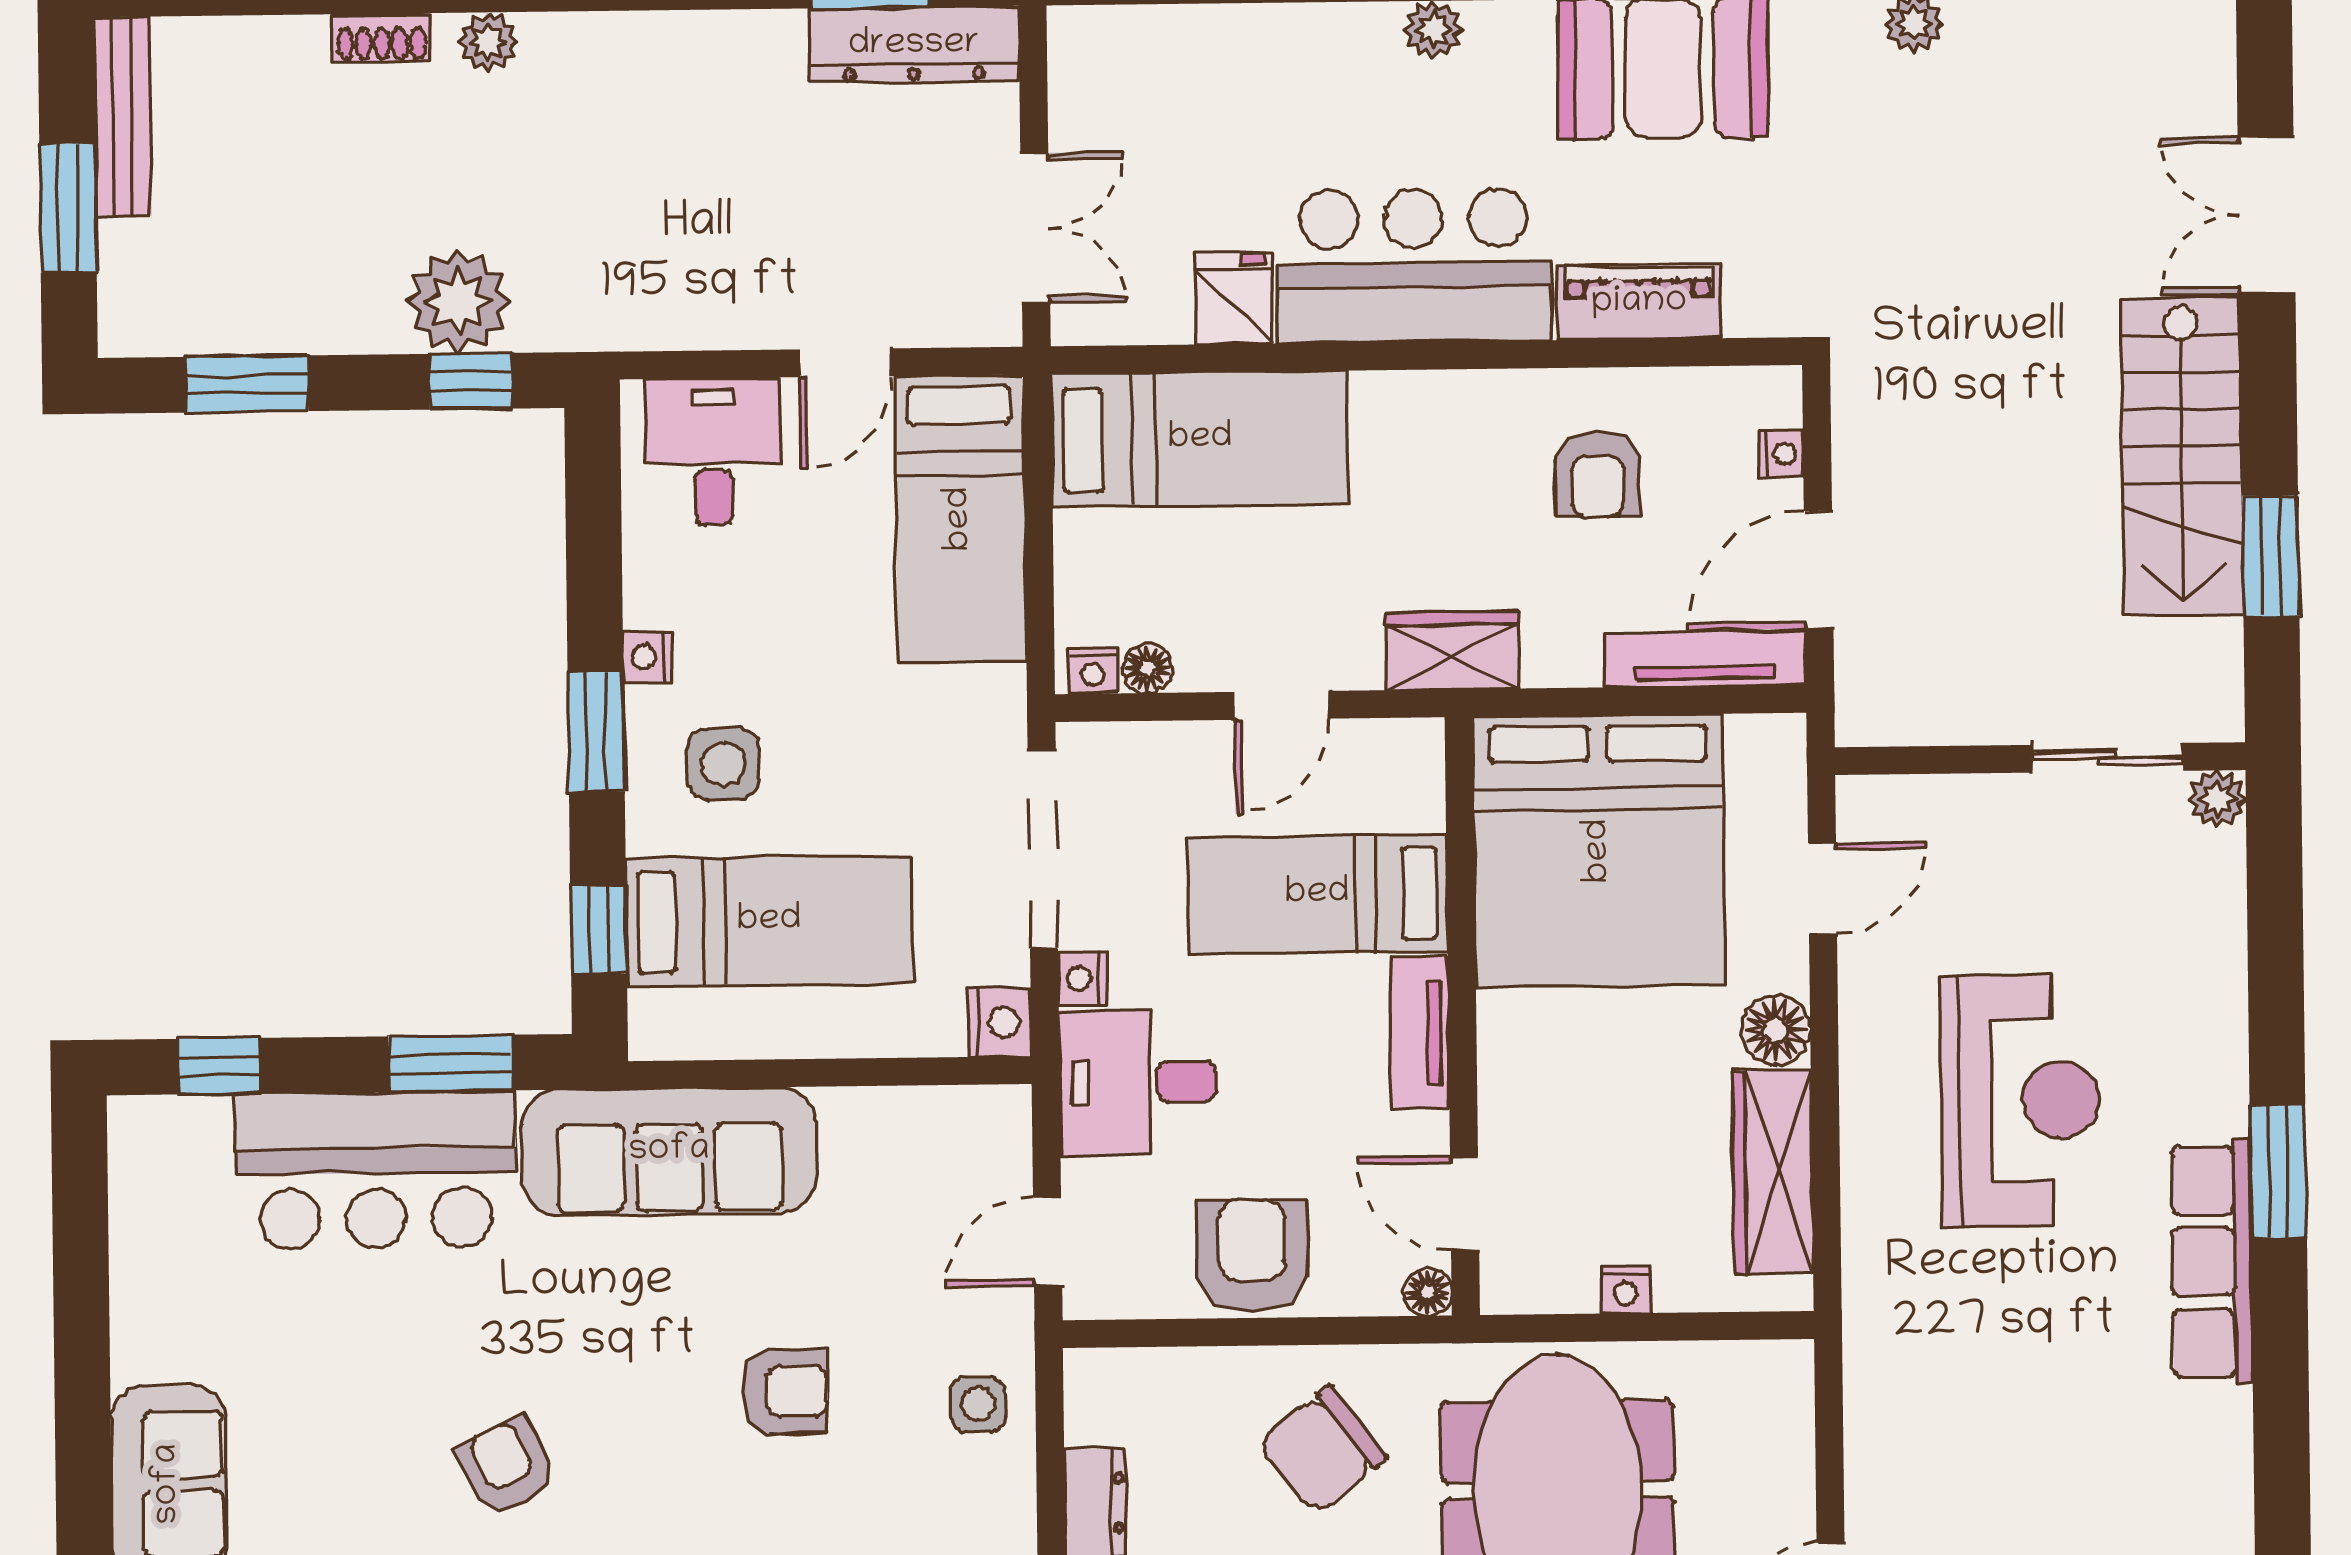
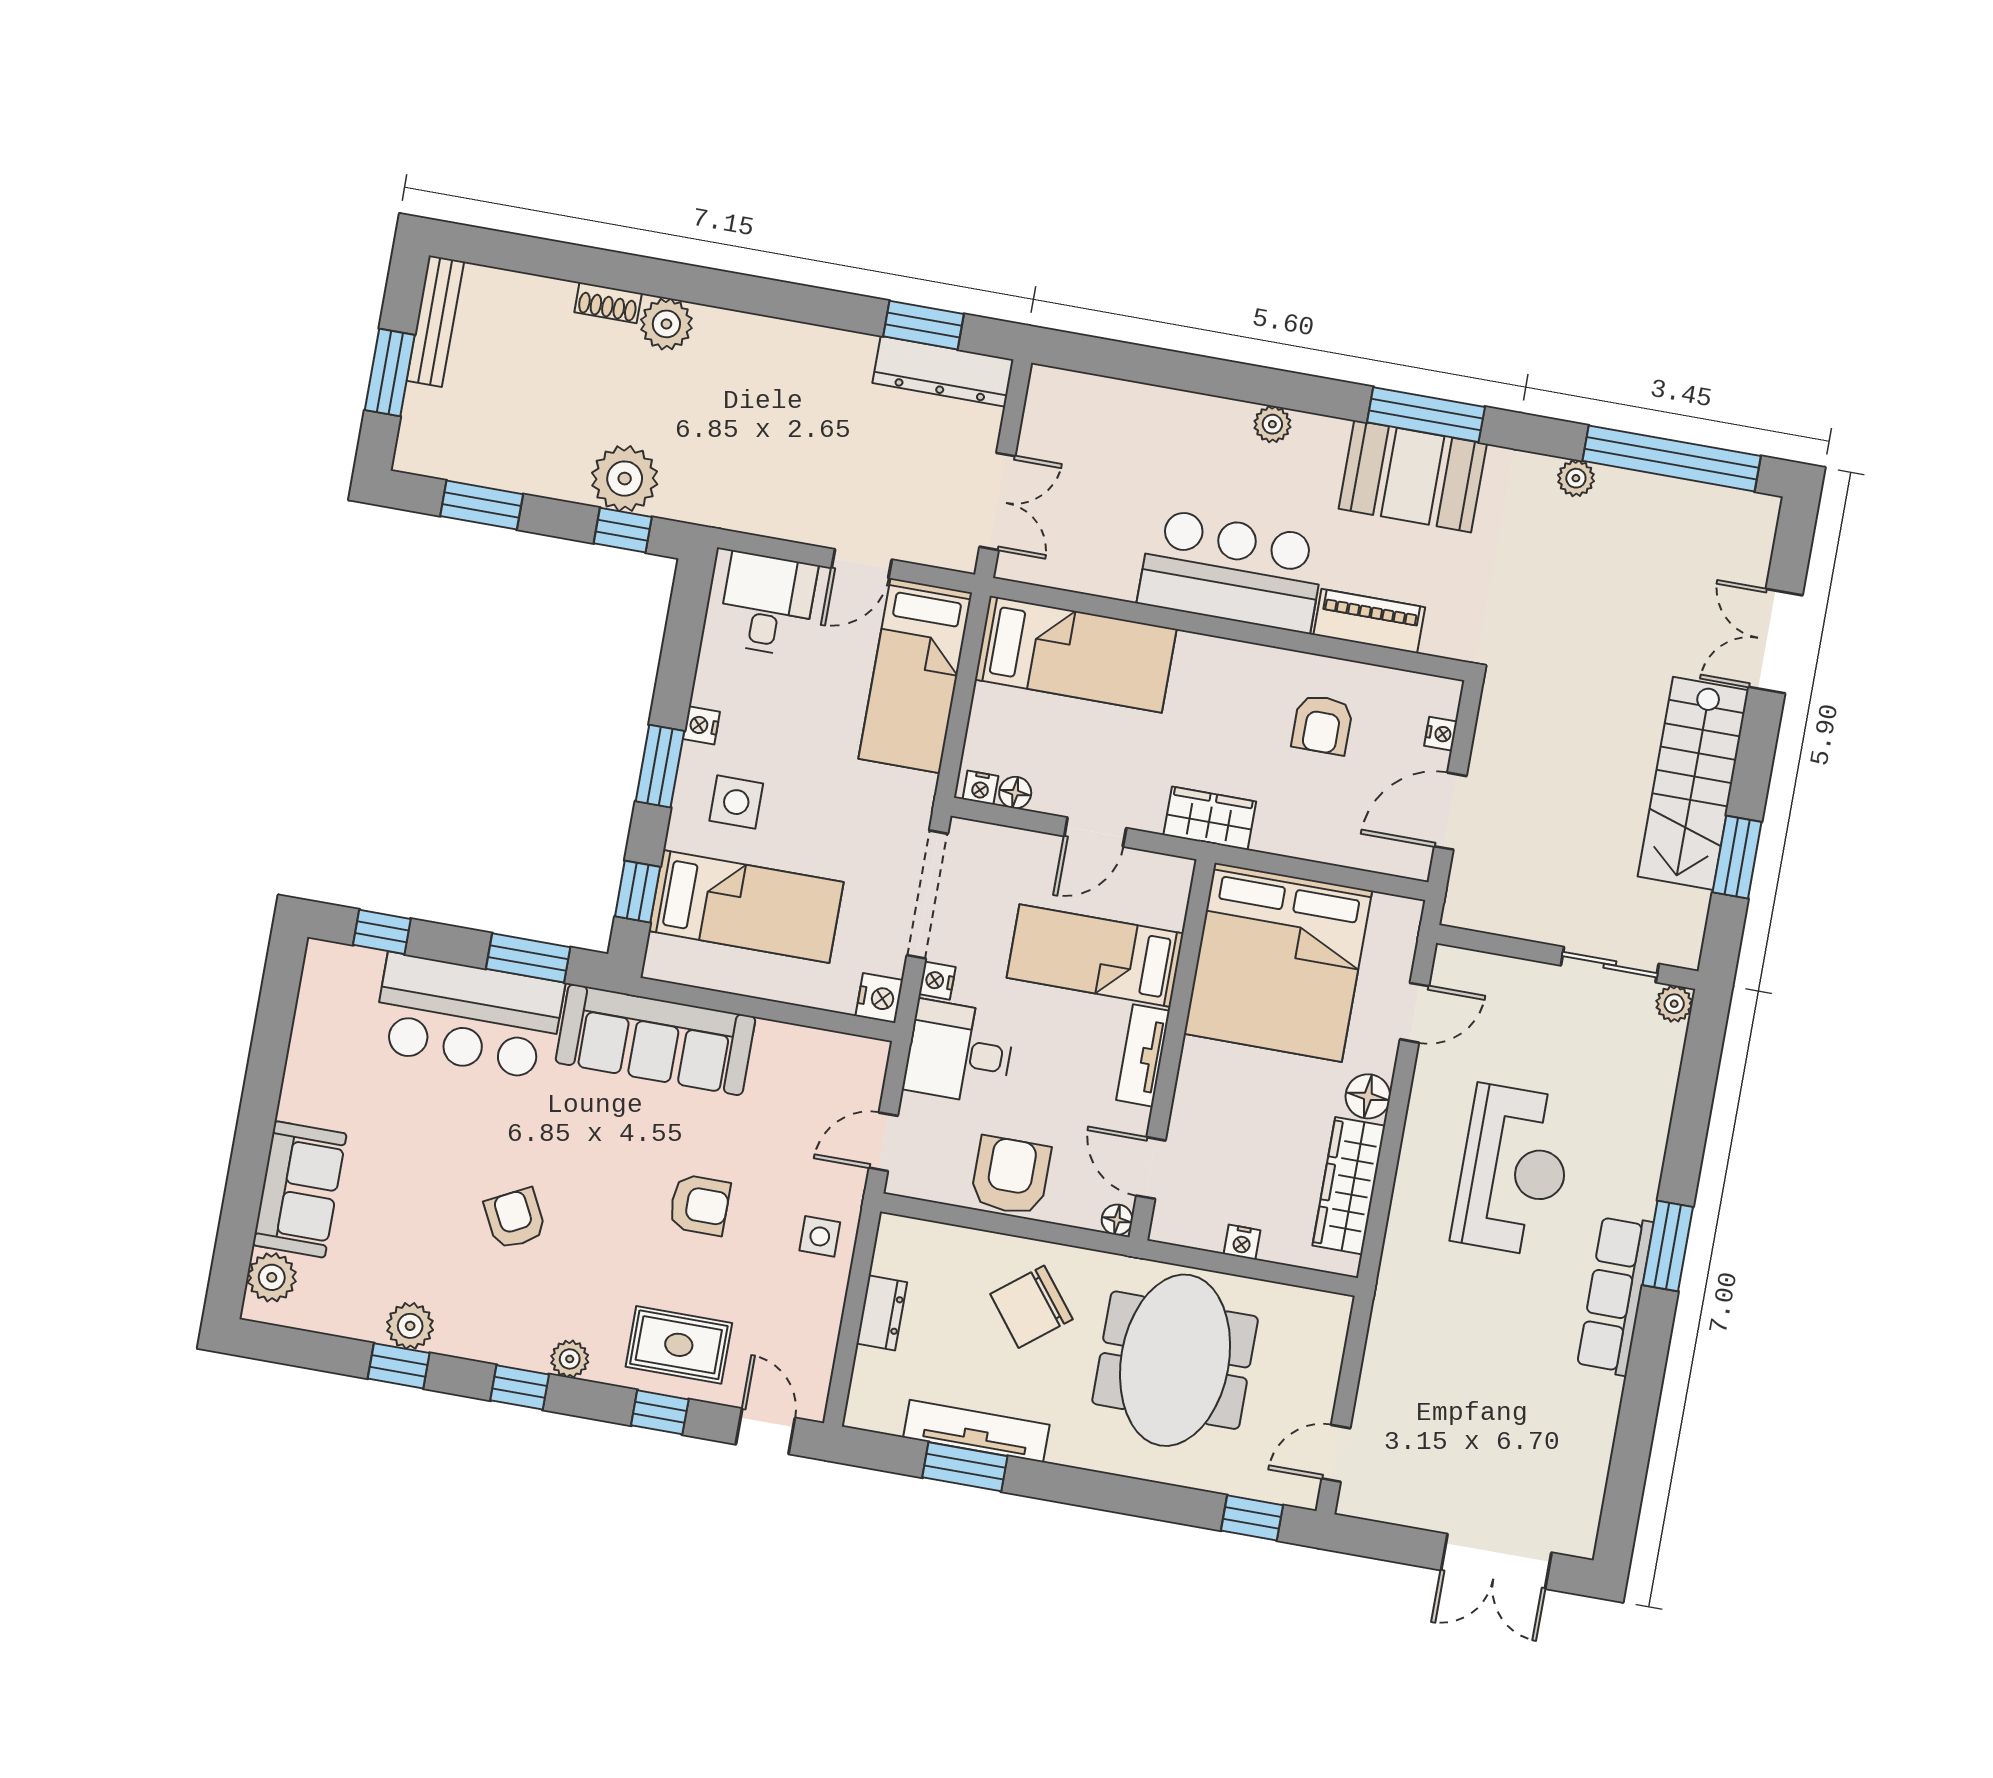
plant: (488, 42) -> (666, 324), width x1.38, depth x1.38
fridge: (1233, 299) -> (1114, 570), removed
tv unit: (1704, 659) -> (1368, 854), removed

